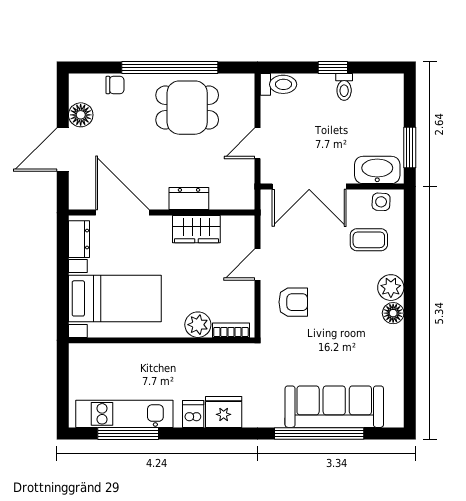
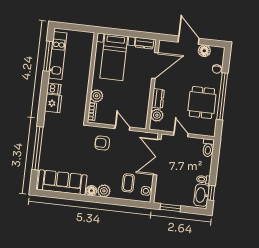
window: (333, 67) -> (211, 193), moved
washbasin: (377, 170) -> (201, 195), moved, turned 180
plant: (223, 197) -> (157, 115), added
wardrobe: (196, 229) -> (143, 100), removed
armchair: (293, 302) -> (102, 143), turned 90
sofa: (334, 407) -> (62, 182), moved, turned -90

